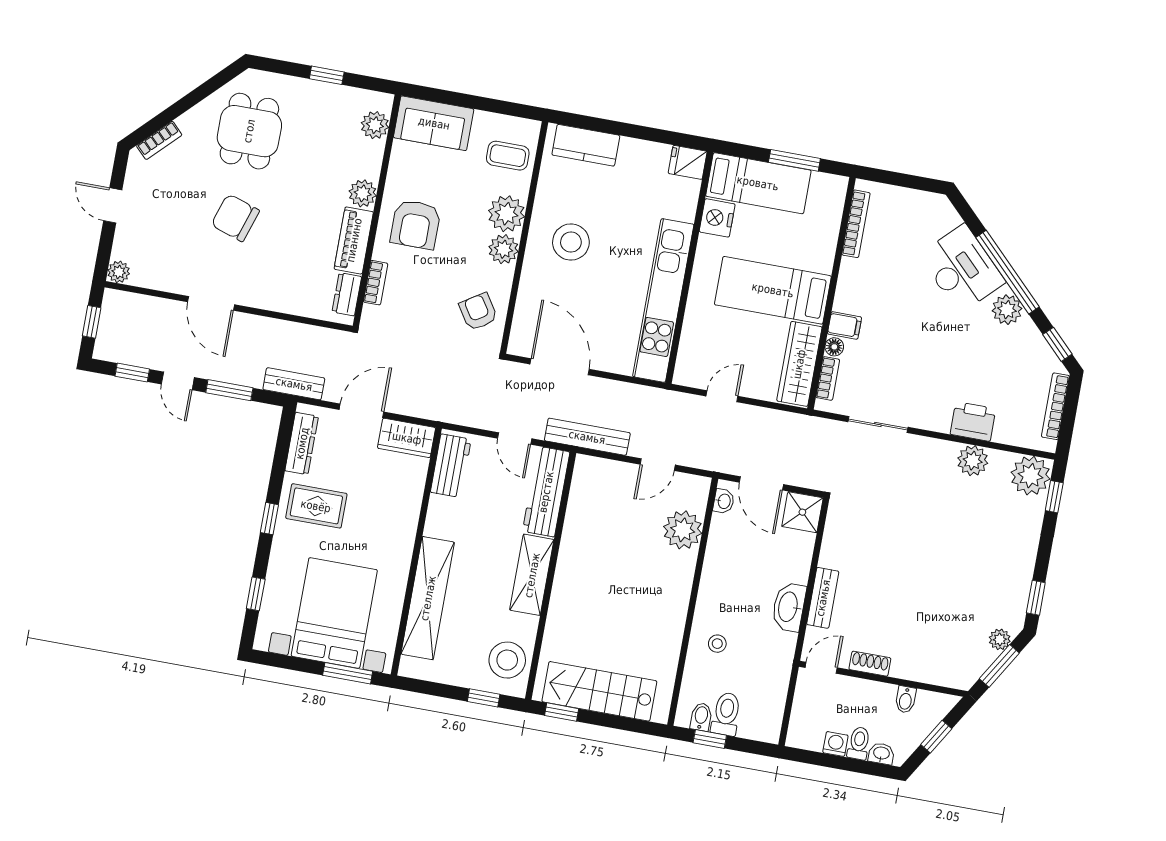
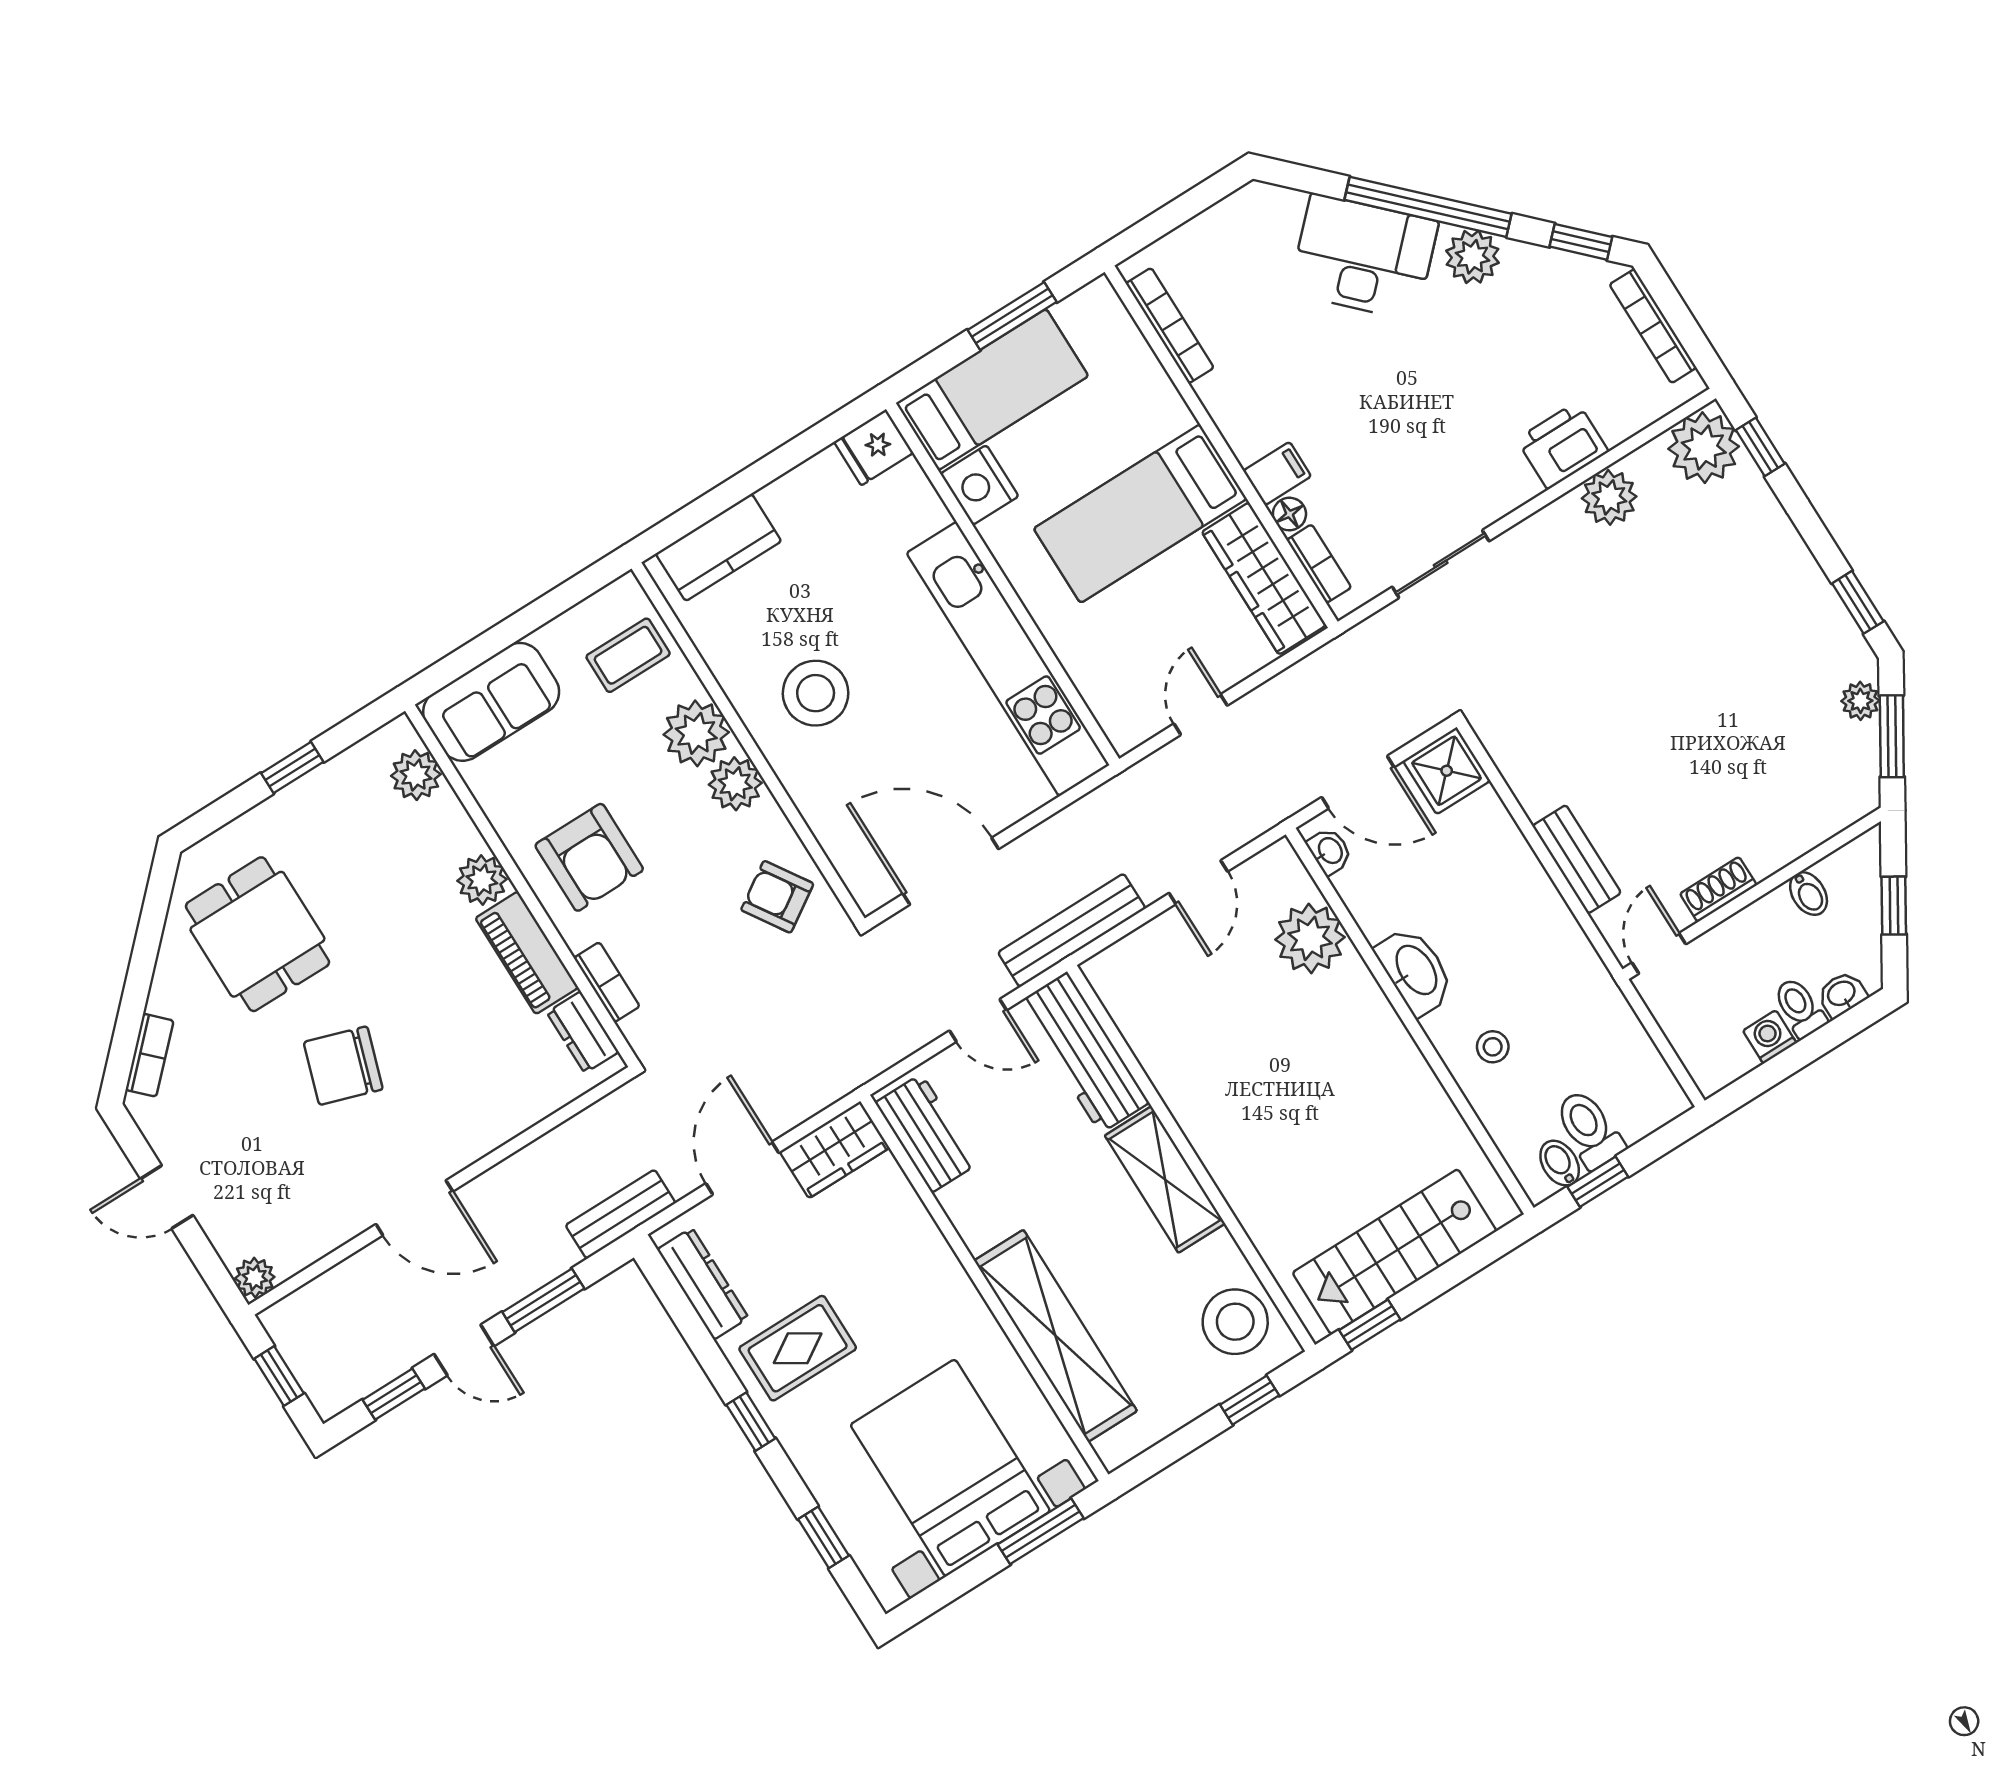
washbasin: (789, 607) -> (1415, 971), moved, turned 180

